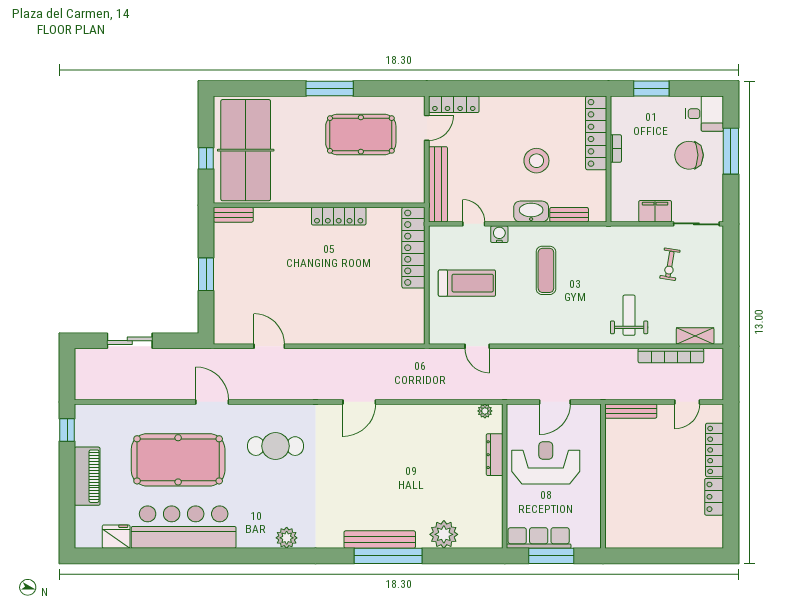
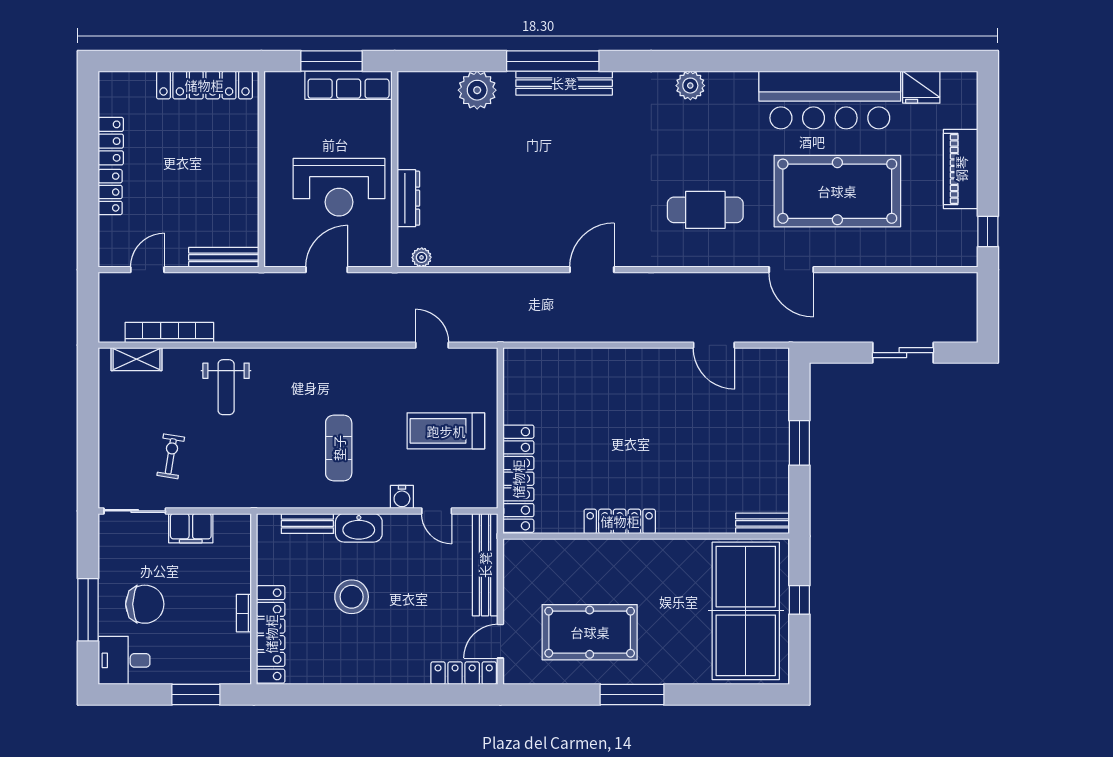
locker: (715, 450) -> (110, 192), width x0.66
locker: (645, 538) -> (204, 85), added

